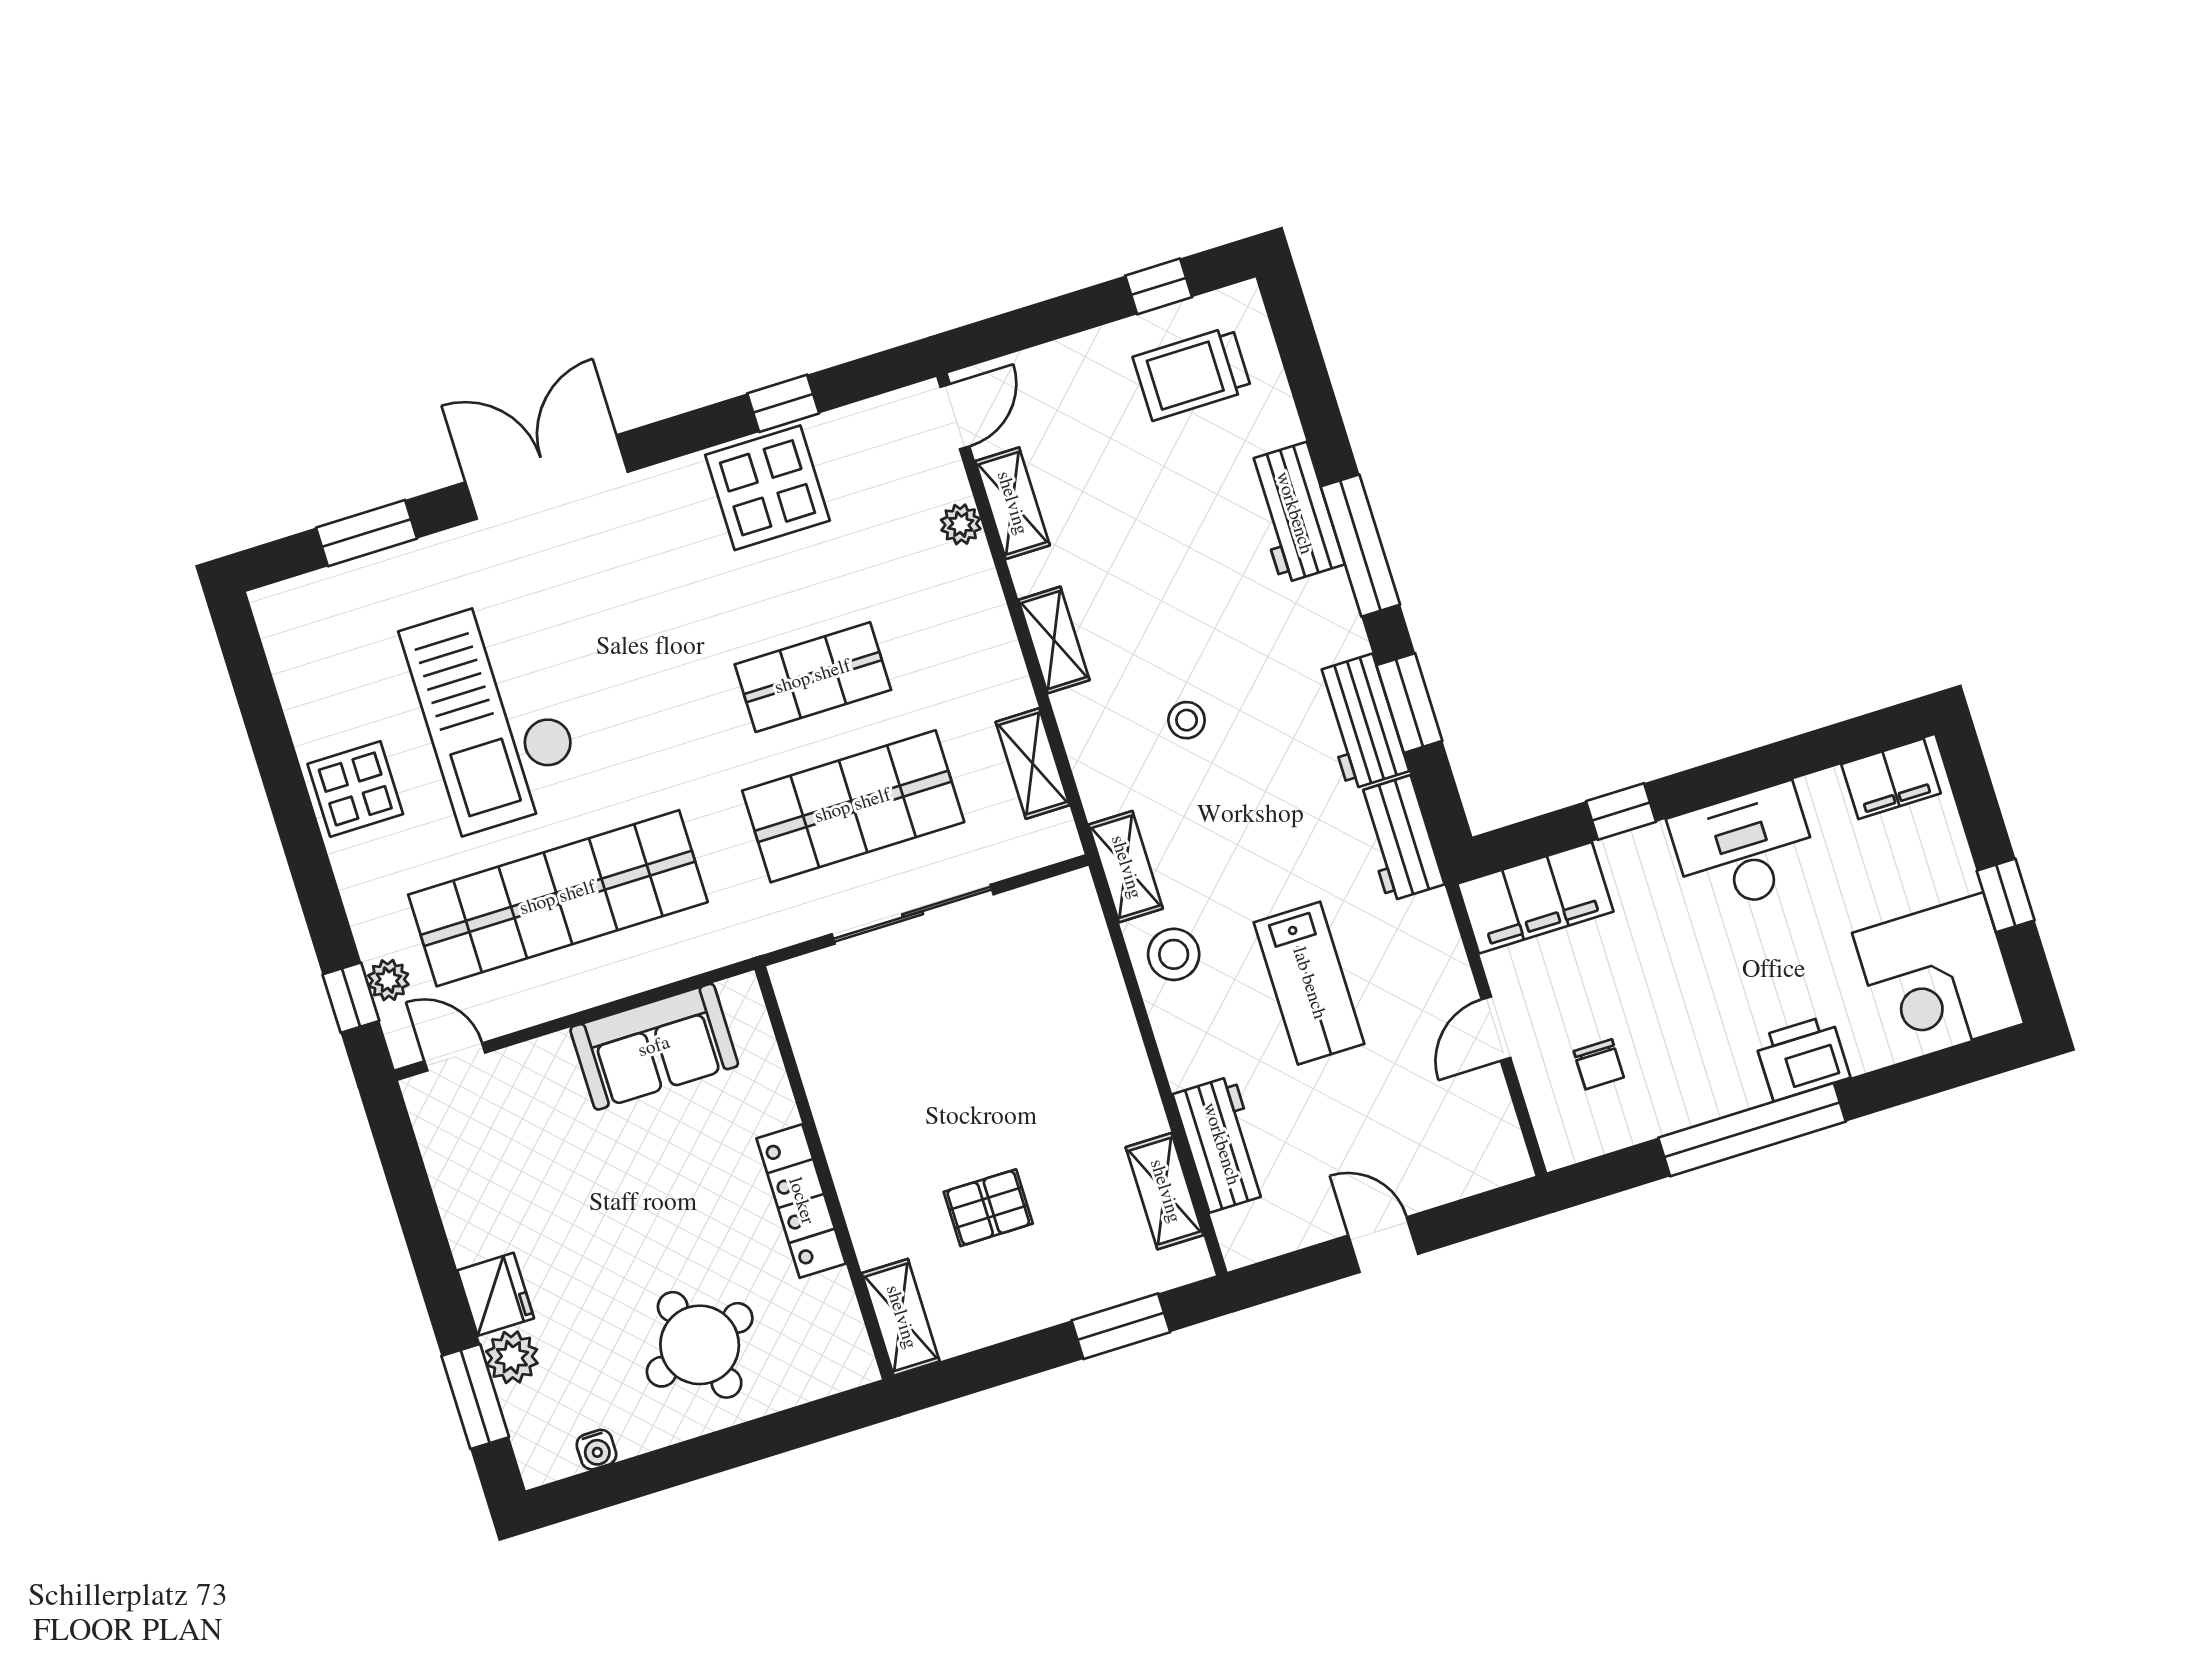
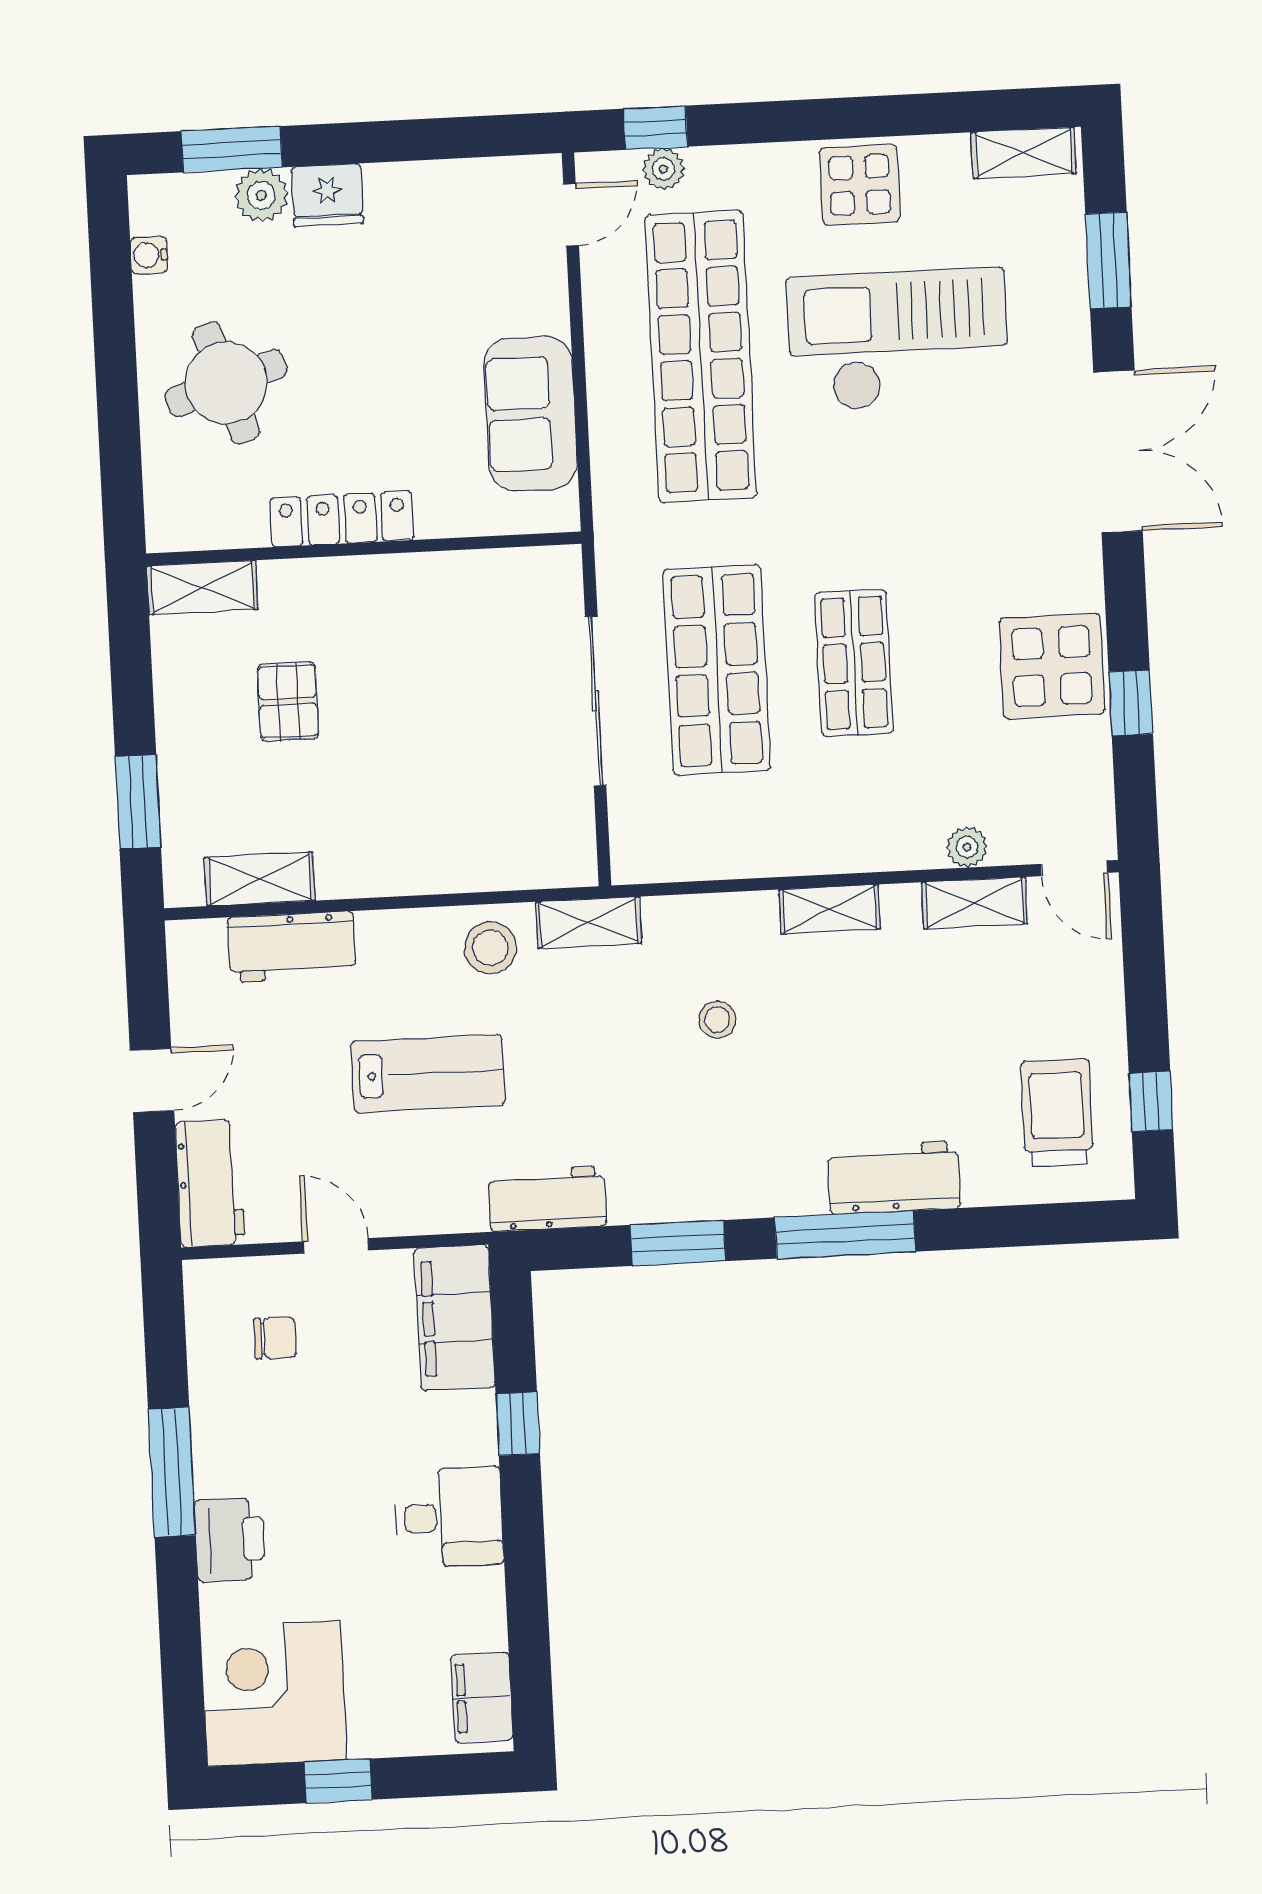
workbench: (1361, 722) -> (210, 1183), moved, turned 90
shelving: (1033, 764) -> (1024, 153), moved
desk: (1744, 849) -> (449, 1517), width x0.73
lab bench: (1309, 983) -> (428, 1074), turned 180
chair: (1599, 1064) -> (275, 1338), turned 180
window: (1752, 1130) -> (172, 1472), width x0.68

